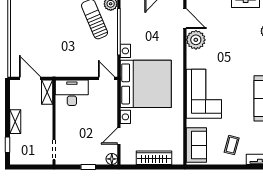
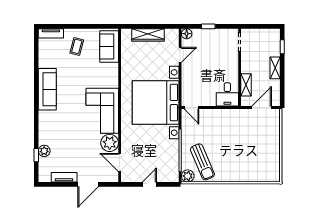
door: (30, 78) -> (262, 108), swing flipped
shelving: (47, 92) -> (246, 85), moved
desk: (72, 93) -> (227, 94), width x0.73
corner sofa: (204, 94) -> (102, 111), moved

